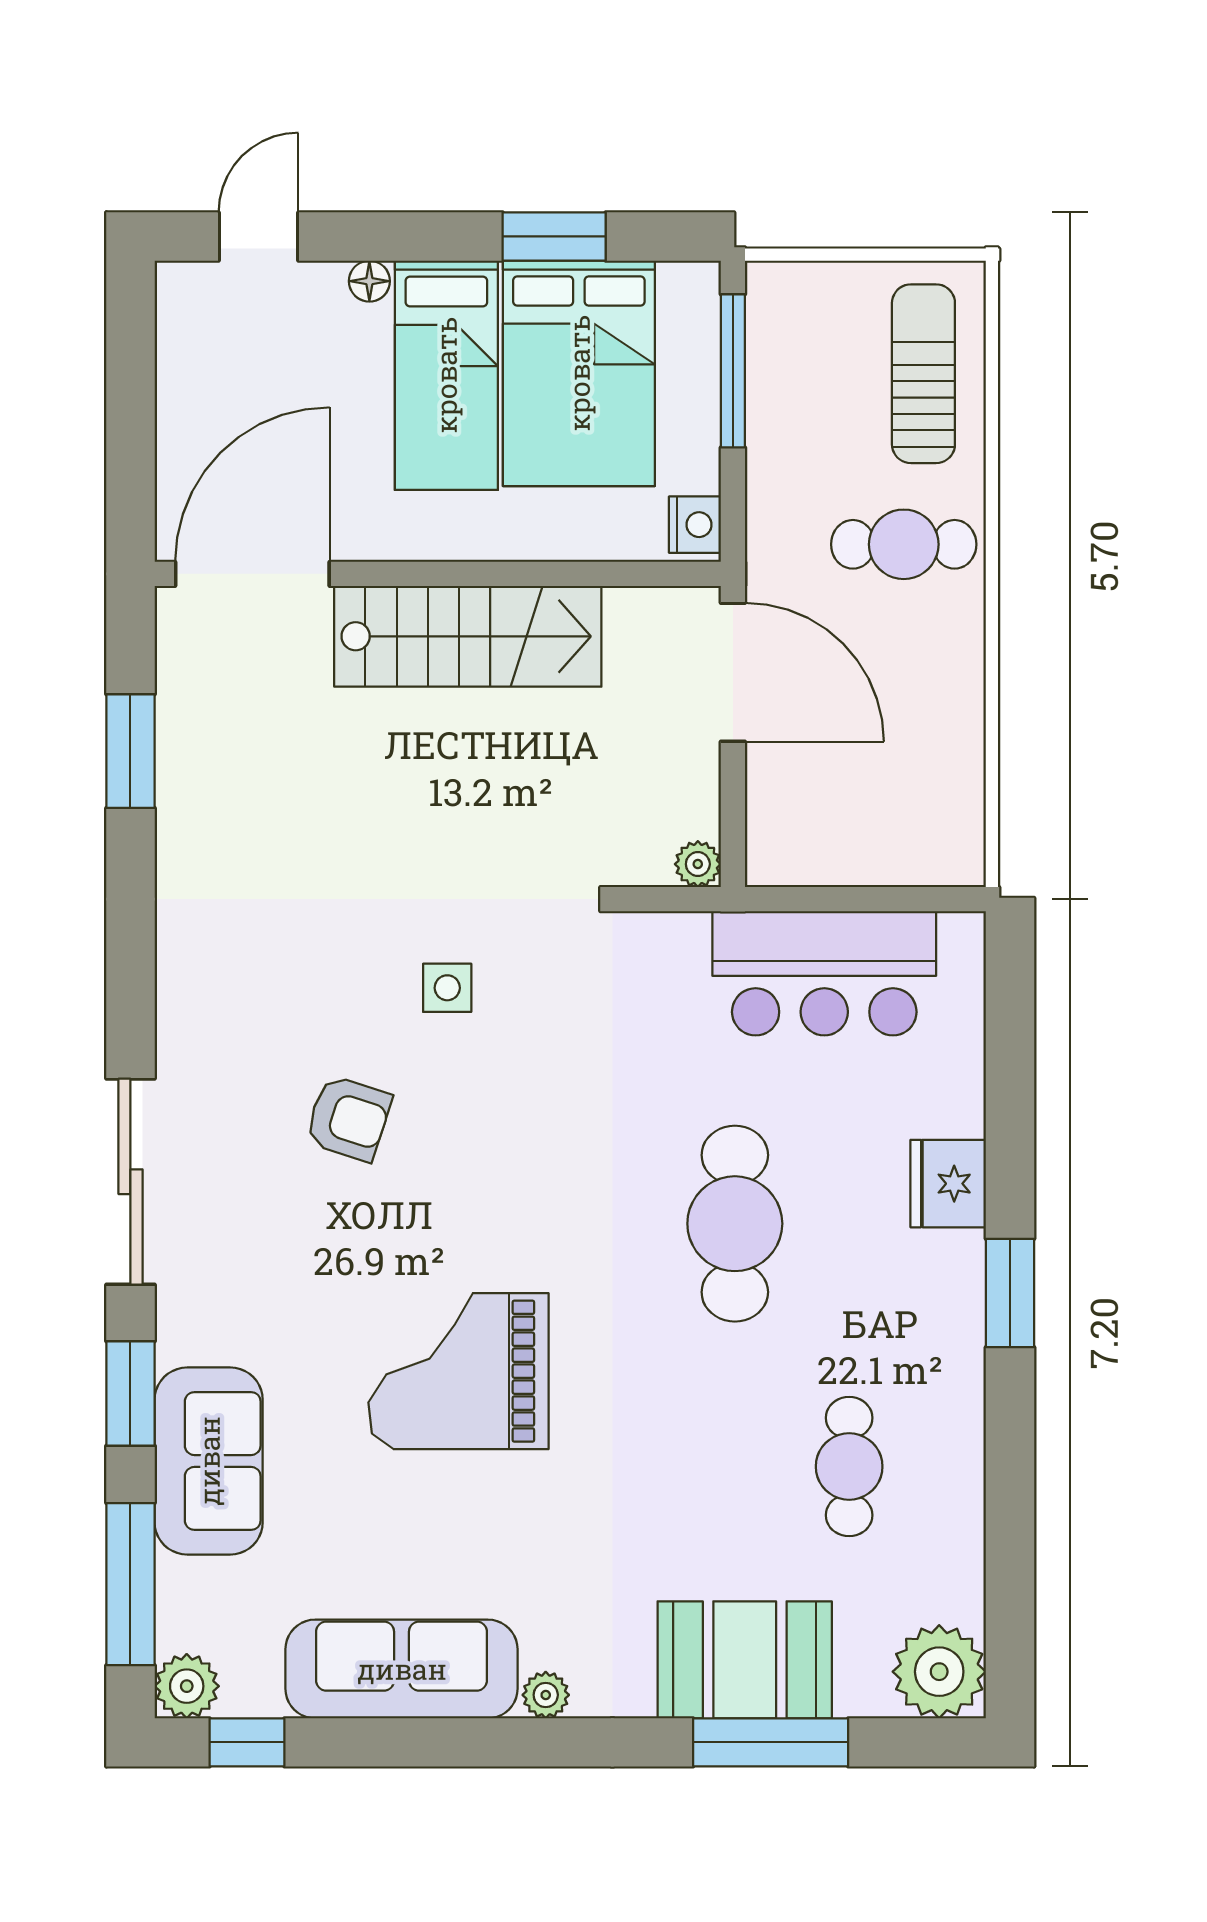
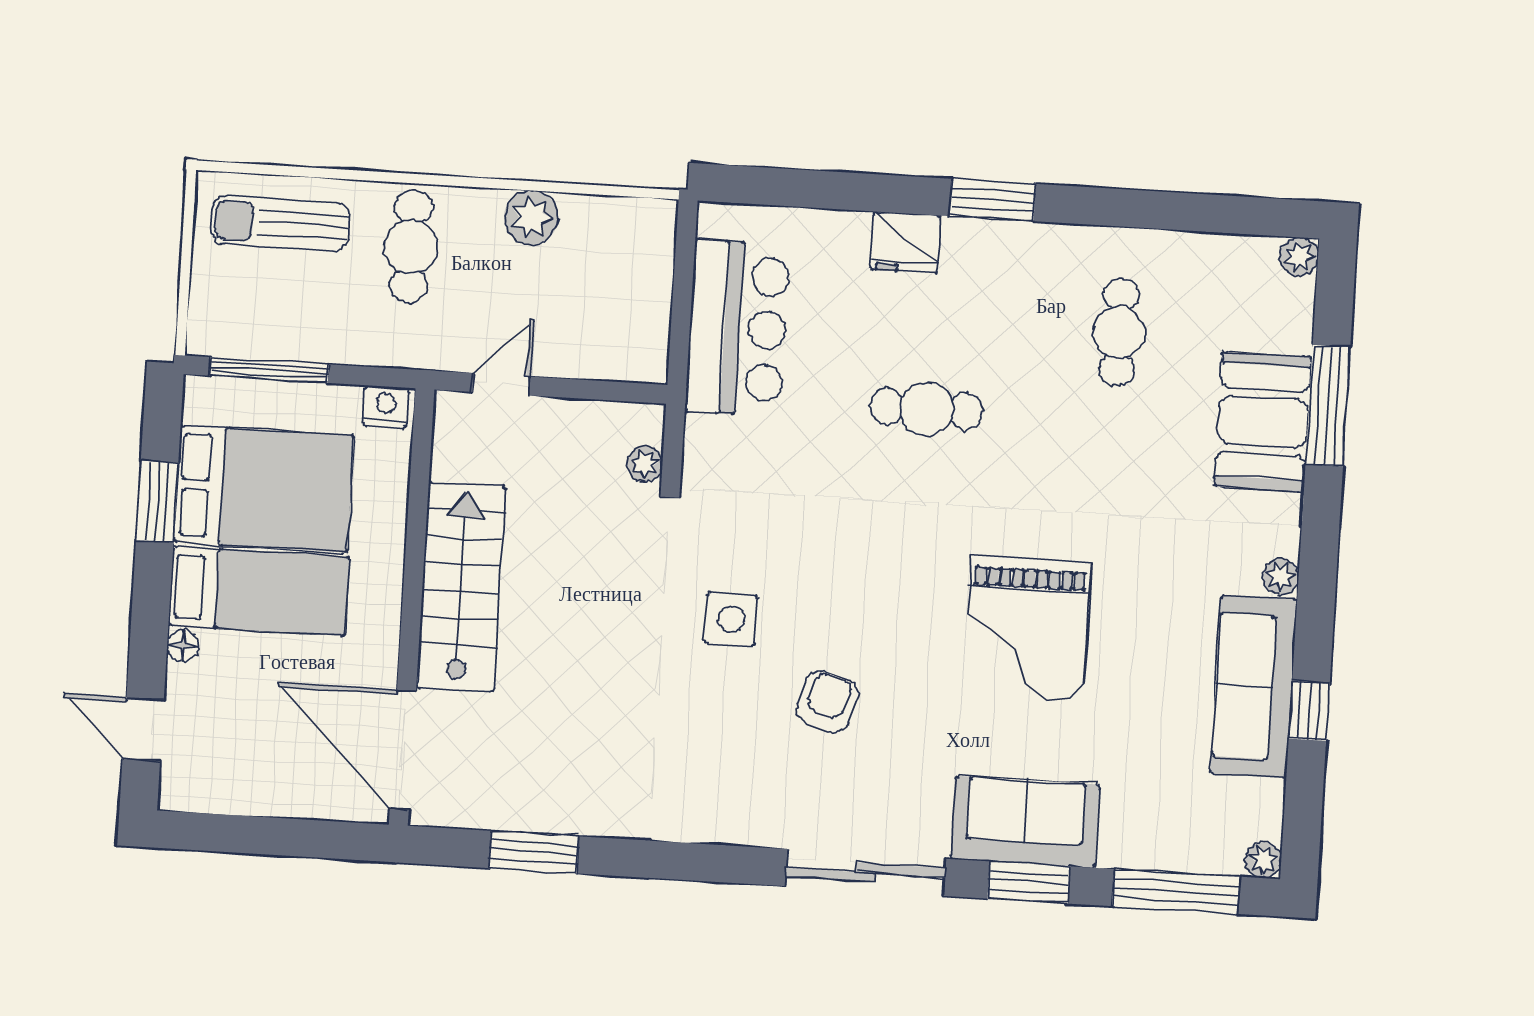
door: (733, 672) -> (501, 384), width x0.53
plant: (951, 697) -> (531, 217), added
plant: (698, 864) -> (645, 464), moved
side table: (447, 988) -> (731, 619), width x1.37, depth x1.37
cafe table: (735, 1224) -> (926, 409), width x0.73, depth x0.74
sofa: (209, 1461) -> (1025, 822), moved
cafe table: (849, 1467) -> (1119, 332), turned 90
plant: (939, 1672) -> (1299, 257), width x0.53, depth x0.53
plant: (187, 1686) -> (1263, 860), width x0.73, depth x0.73
window: (247, 1742) -> (1309, 711), moved

